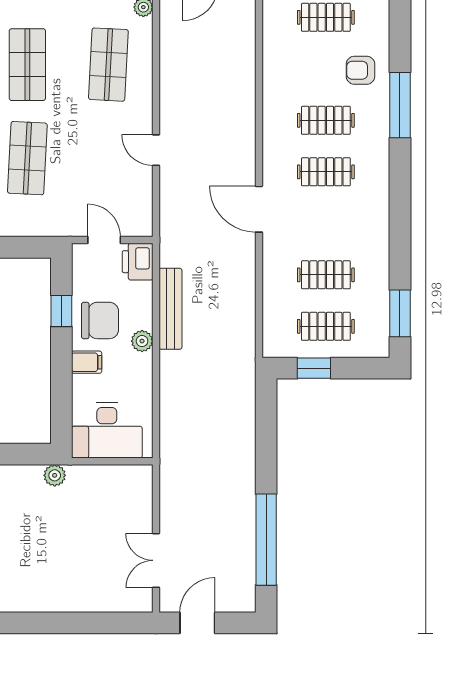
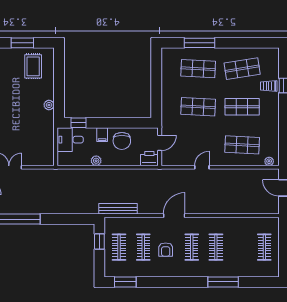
armchair: (361, 70) -> (166, 250), moved, turned 180
bench: (170, 309) -> (118, 209), moved
window: (61, 311) -> (78, 123), moved
plant: (142, 341) -> (96, 161), moved
desk: (107, 431) -> (70, 140), width x0.73
plant: (55, 475) -> (49, 105), moved

